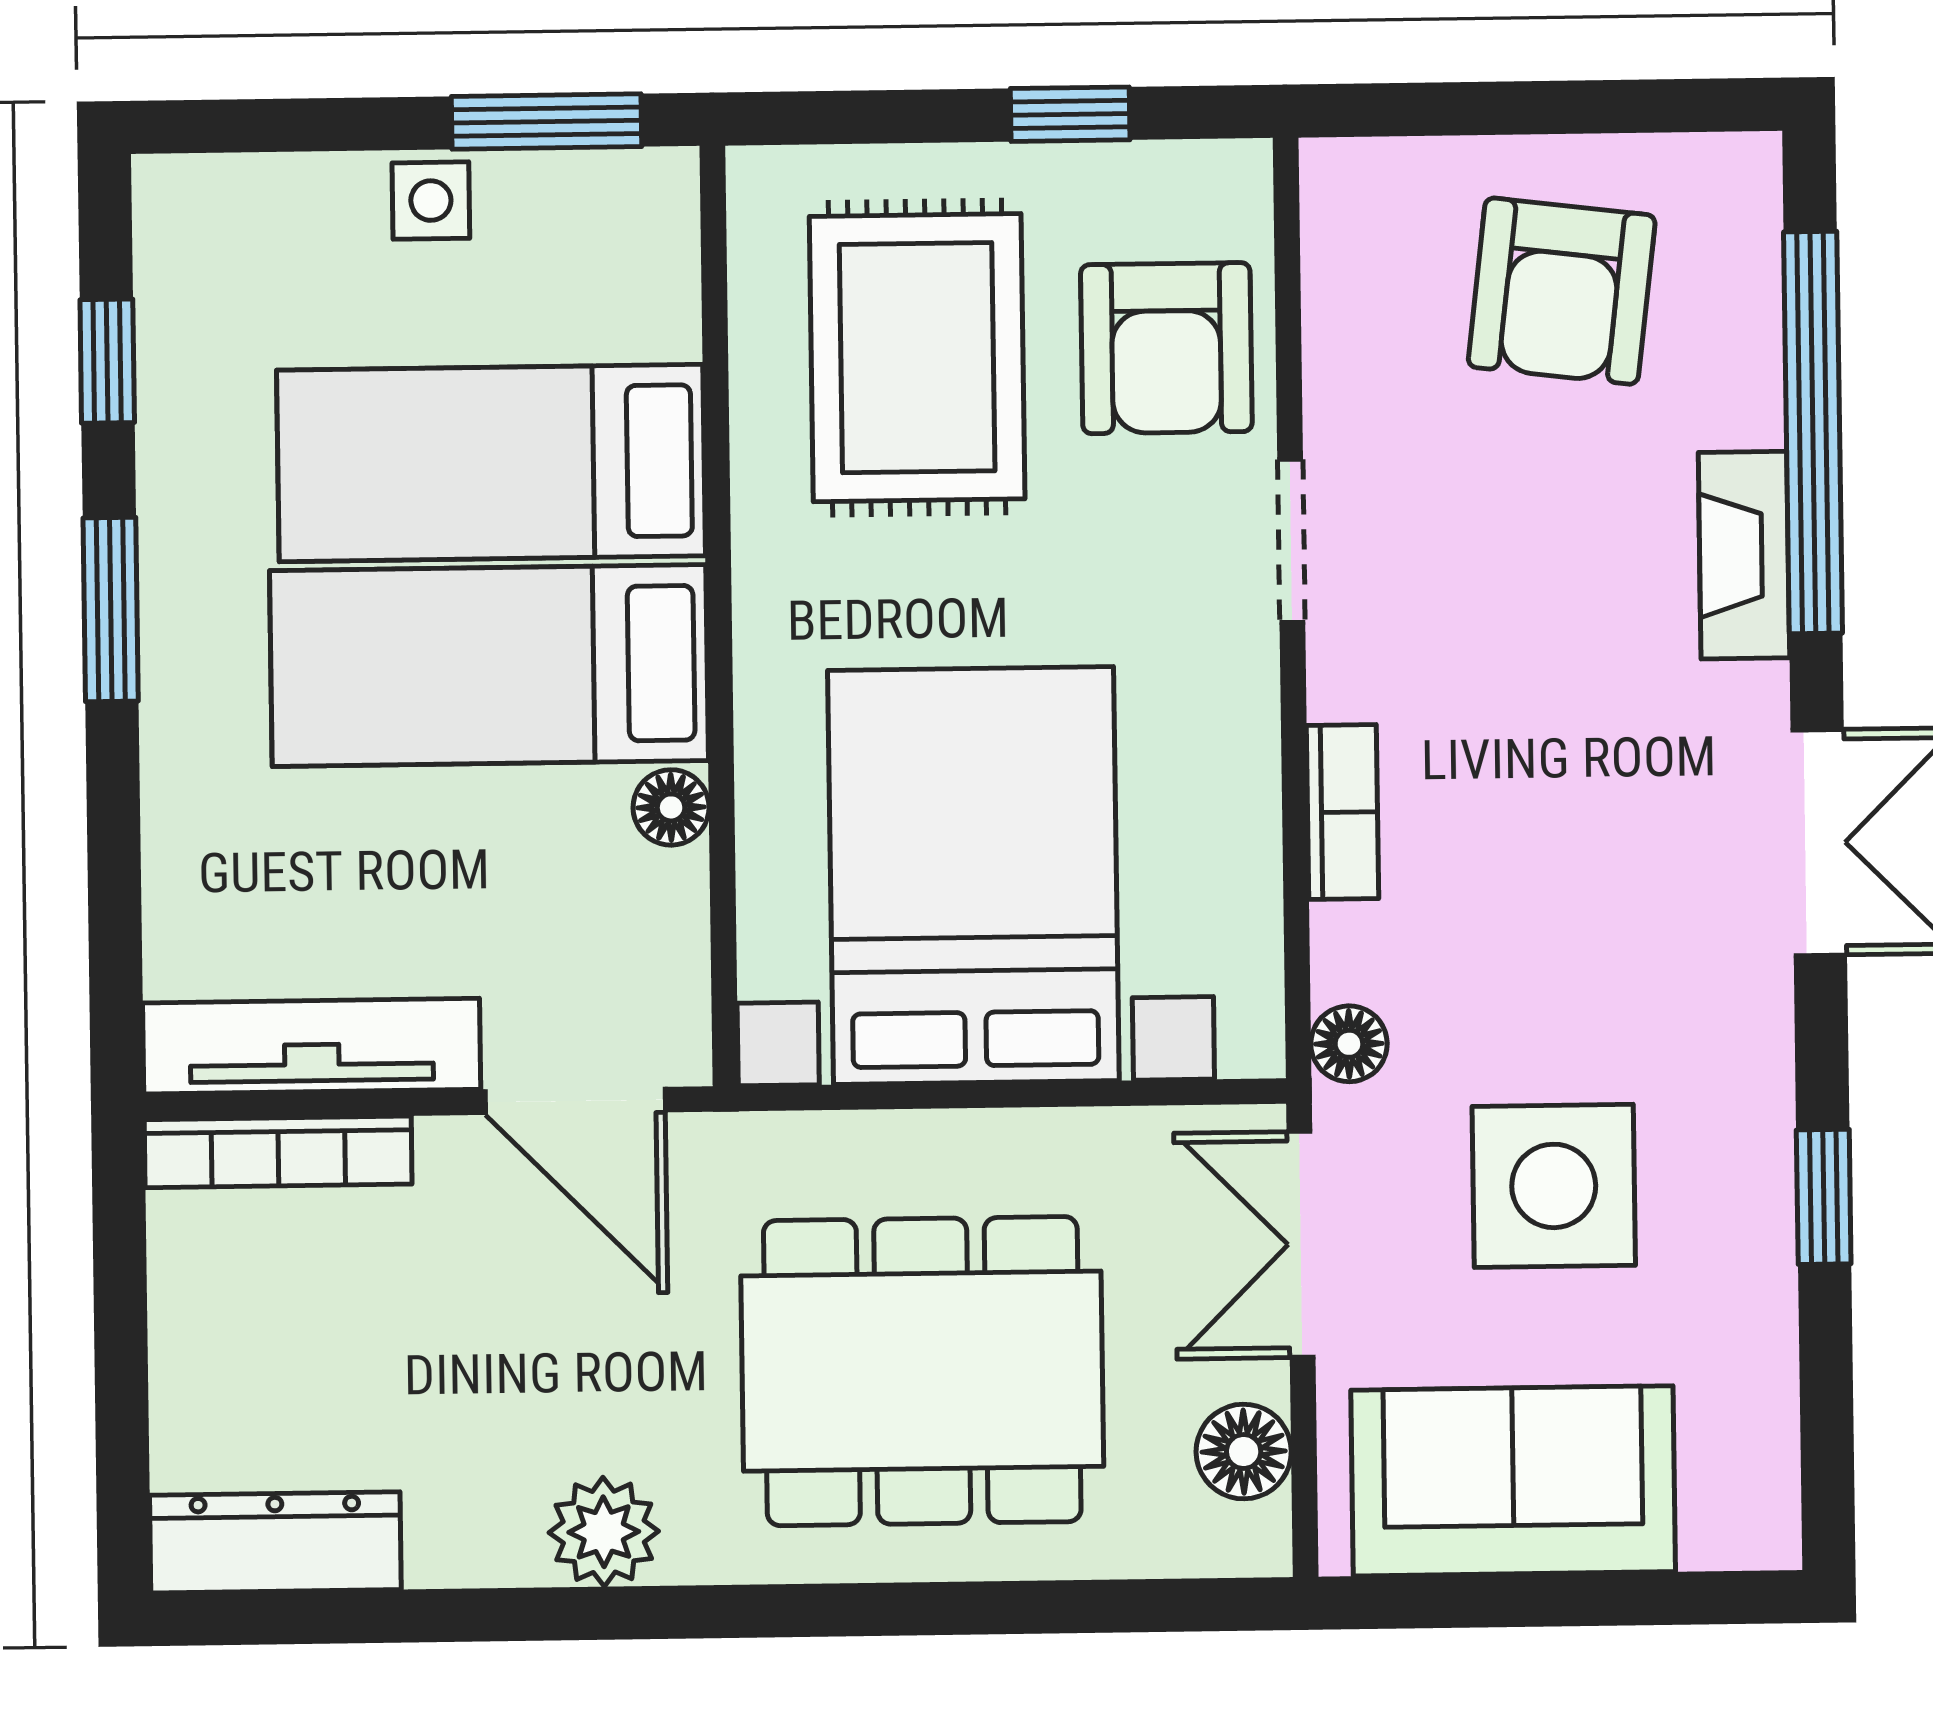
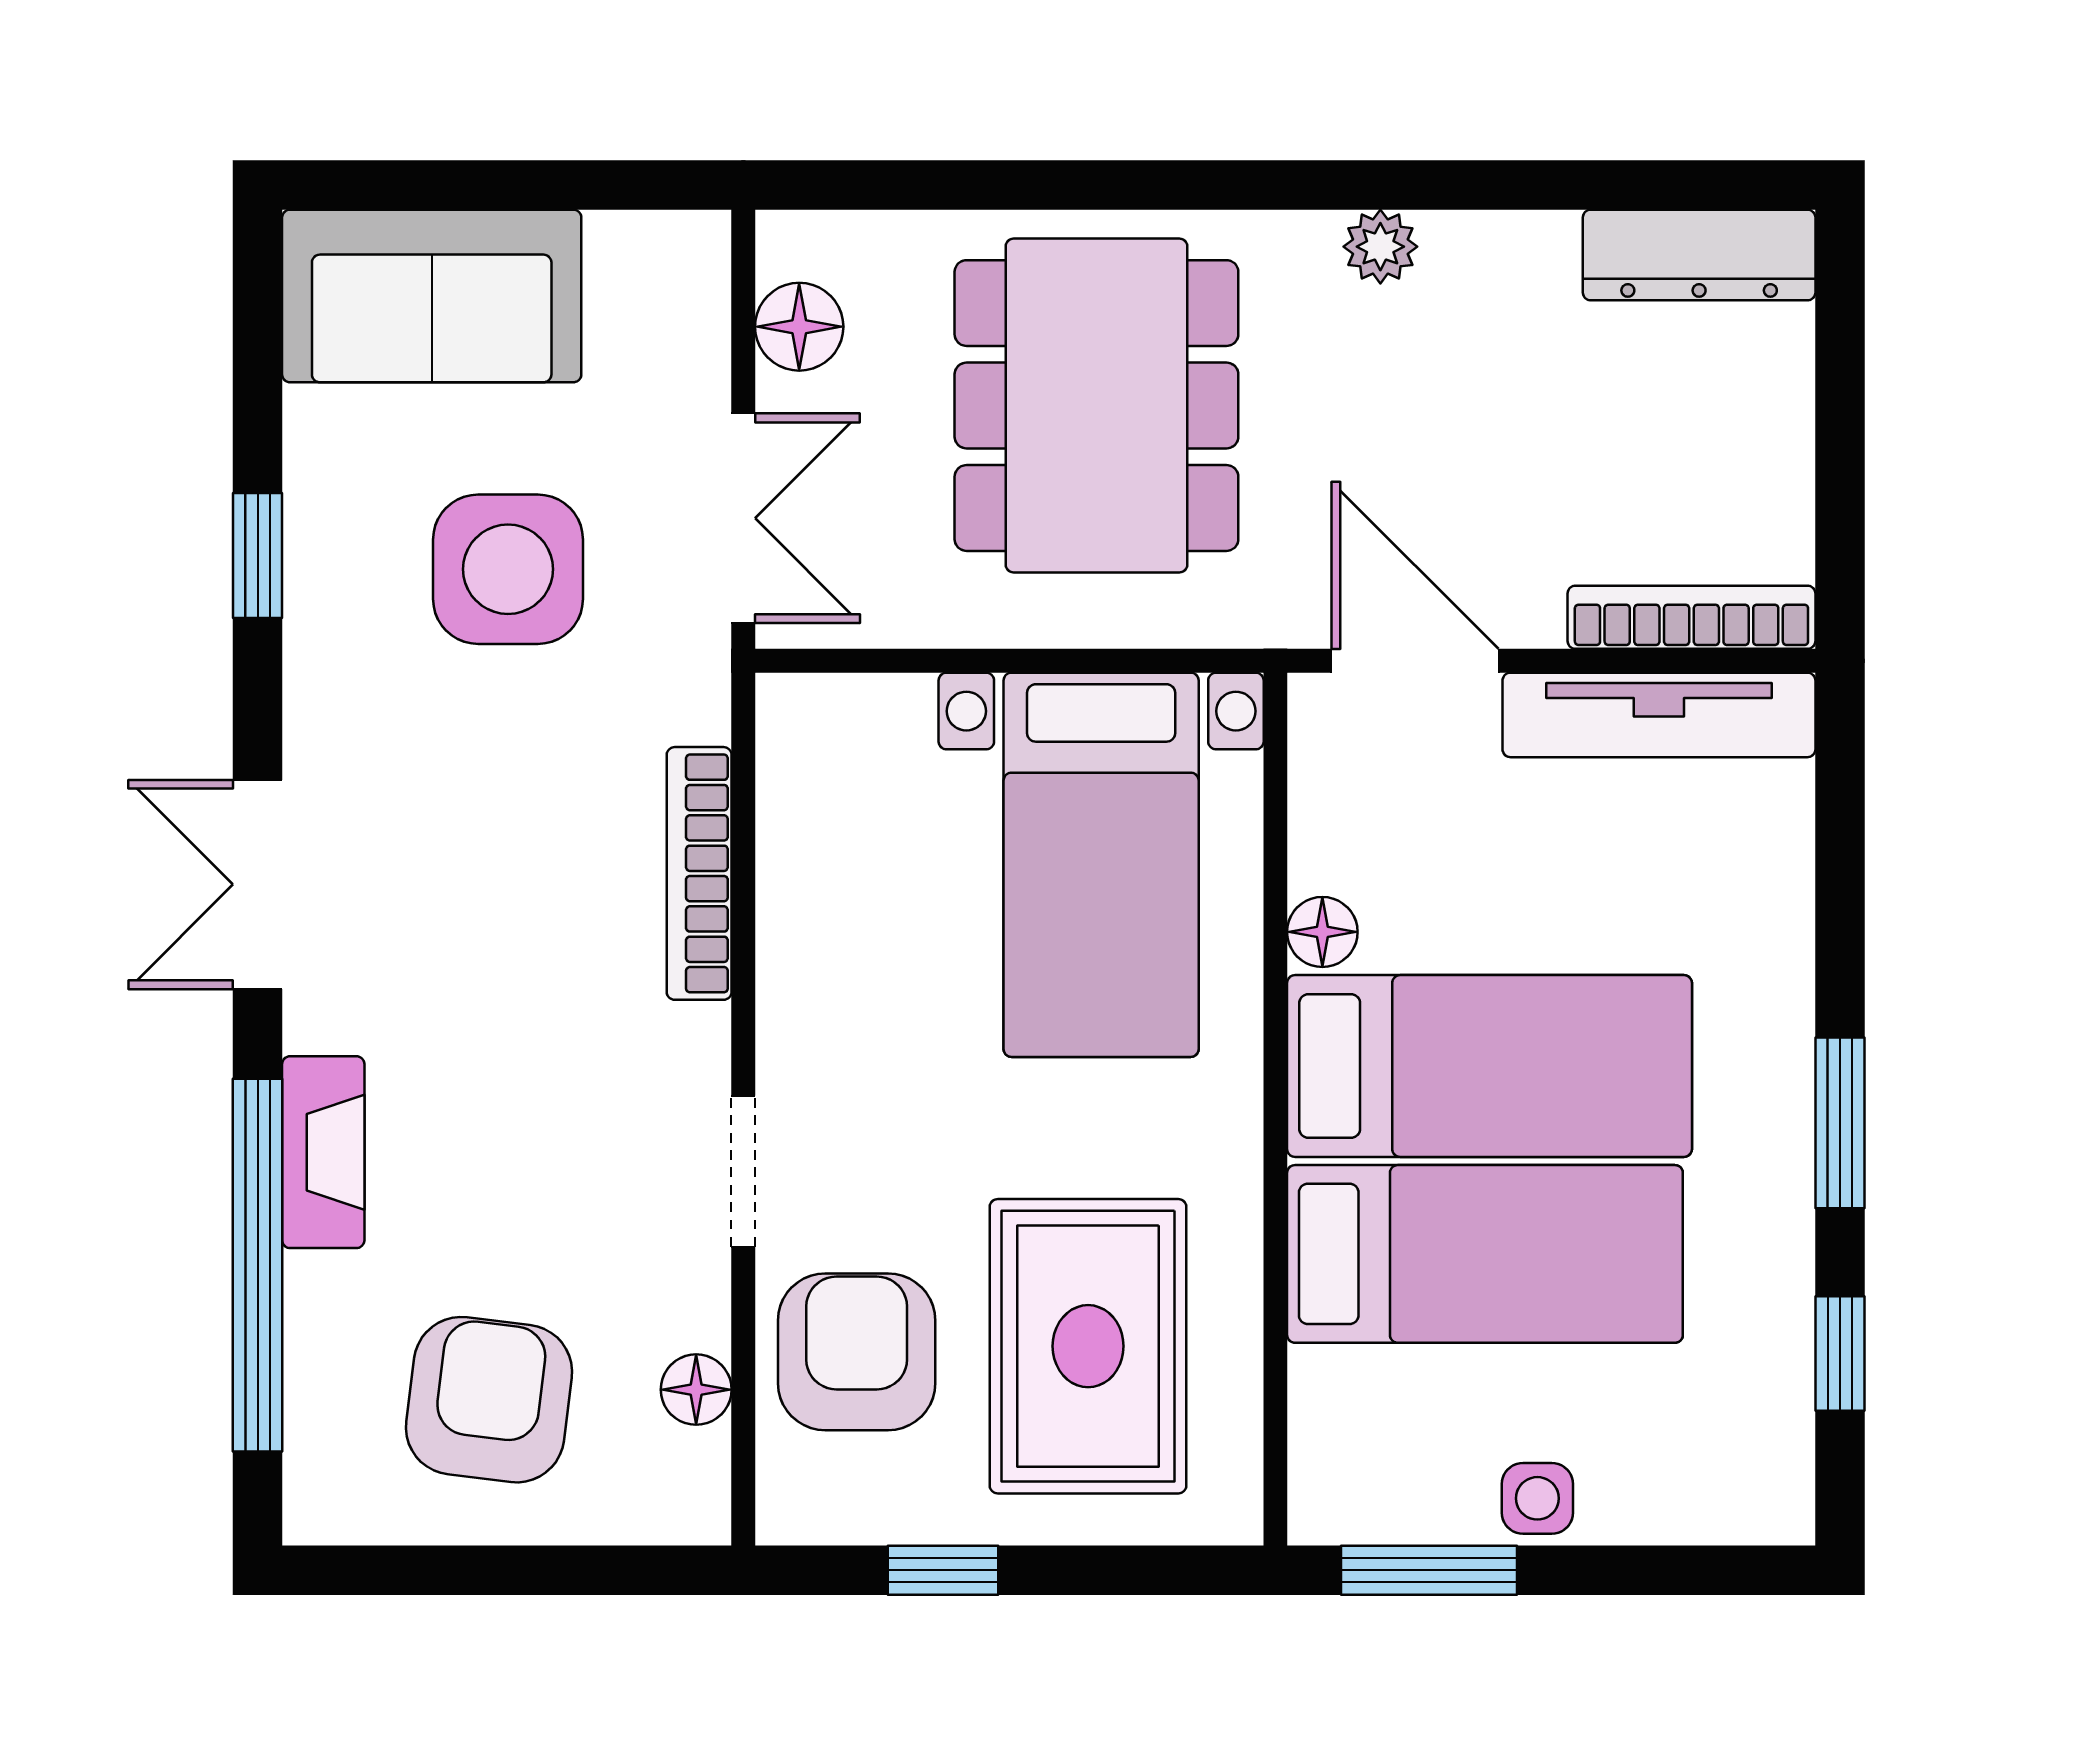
bookcase: (1343, 812) -> (699, 873), width x1.56
bed with nightstands: (973, 876) -> (1101, 865), width x0.73
floor lamp: (1349, 1044) -> (696, 1390), moved
dining table: (922, 1371) -> (1096, 406), turned 90
sofa: (1513, 1481) -> (432, 296), moved
plant: (604, 1532) -> (1380, 247), width x0.73, depth x0.73

